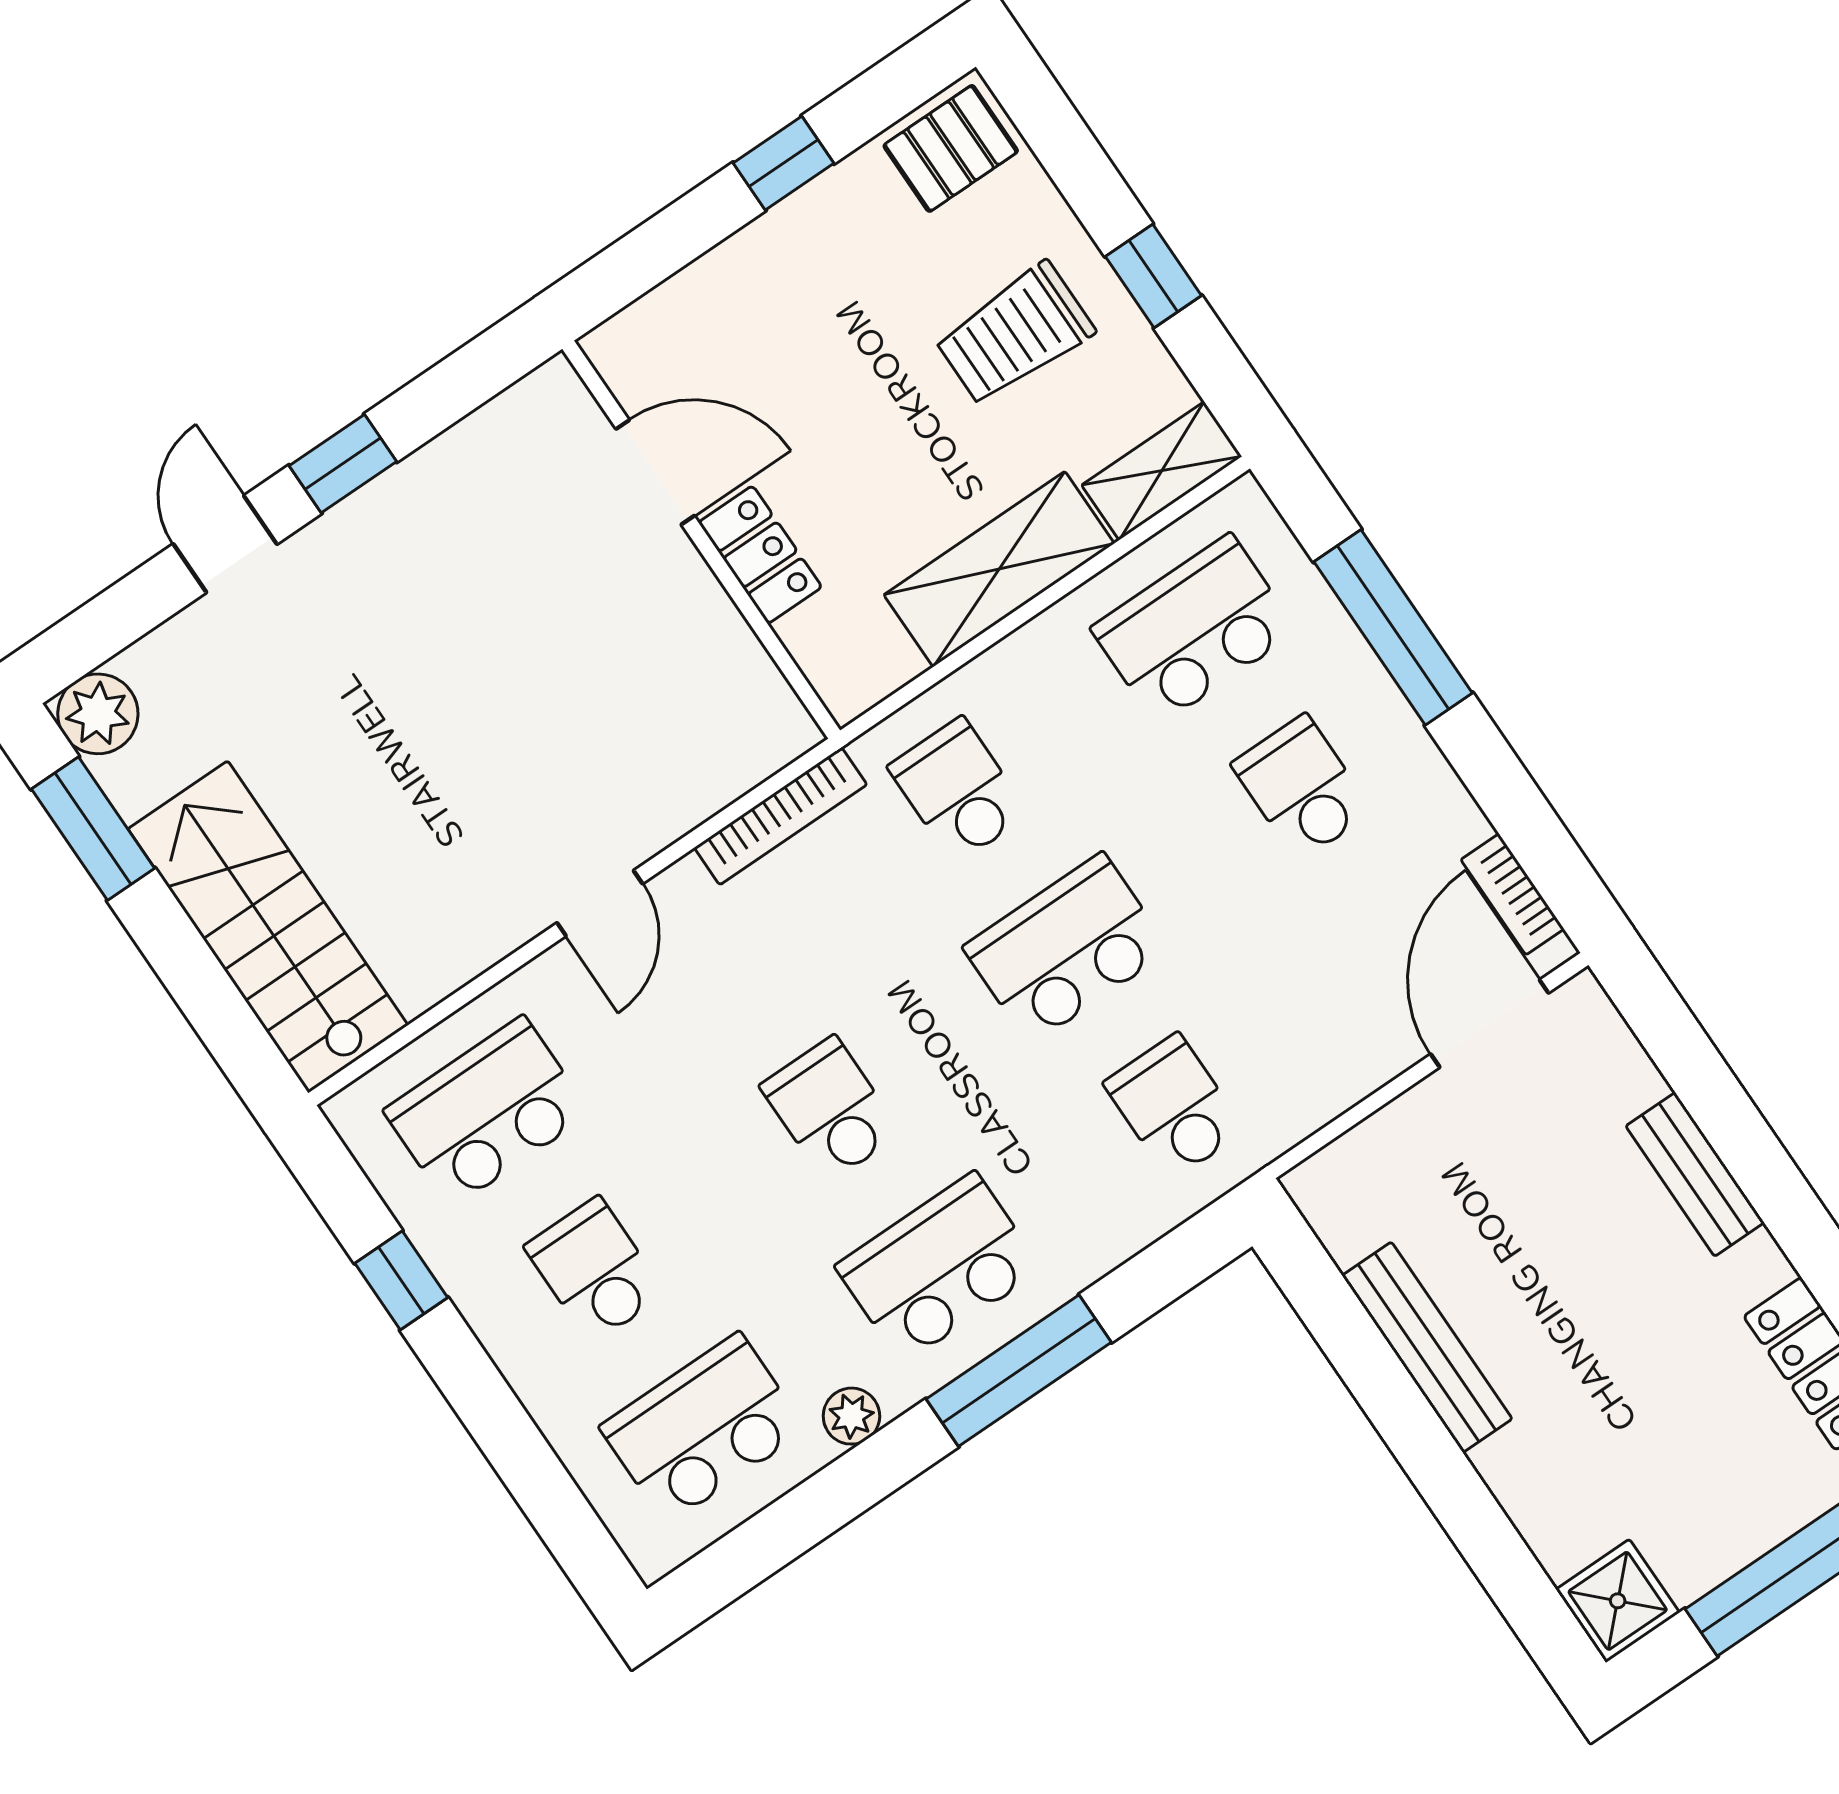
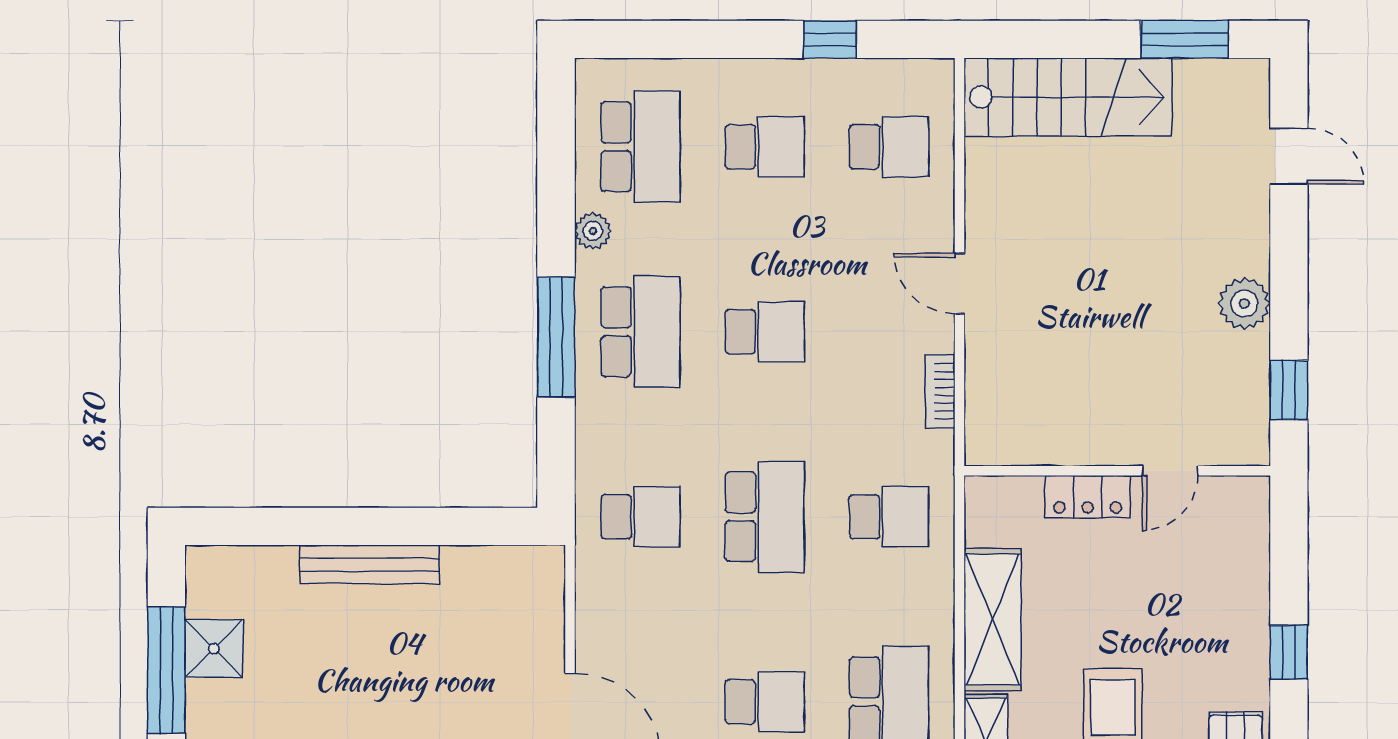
window: (343, 464) -> (1289, 390), moved
door: (655, 472) -> (1170, 471), width x0.73
door: (225, 544) -> (1289, 156), moved
plant: (98, 714) -> (1244, 304), moved
bookcase: (781, 816) -> (940, 391), width x0.64
school desk: (487, 1112) -> (889, 147), width x0.54
bench: (1427, 1347) -> (369, 564), moved
shower: (1618, 1601) -> (214, 649), moved

